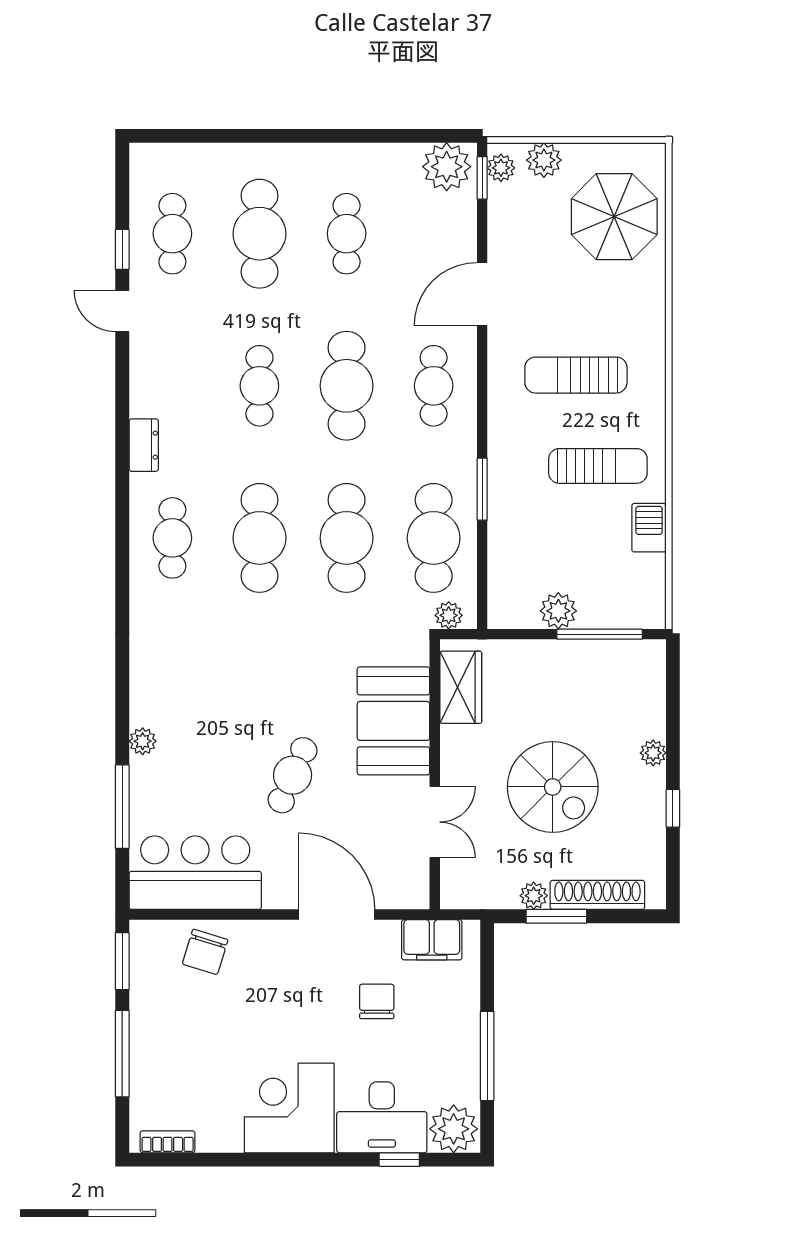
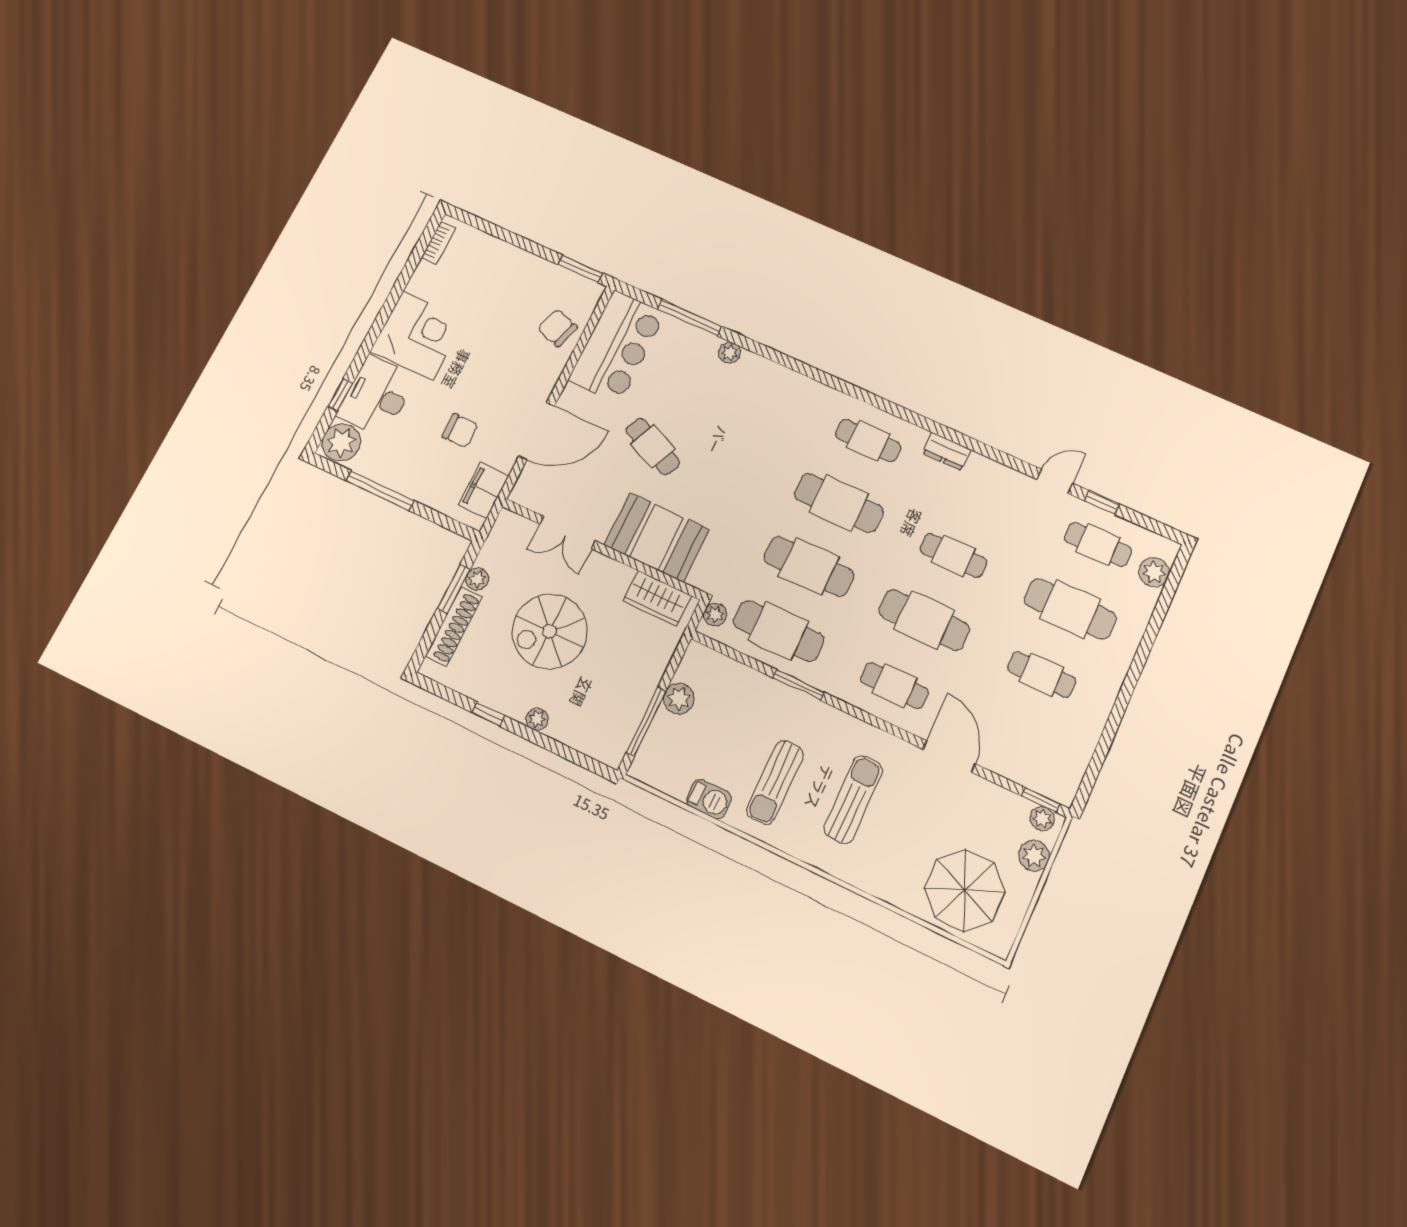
plant: (447, 167) -> (1154, 572), moved, width x0.73, depth x0.73
window: (122, 1054) -> (516, 240), removed

